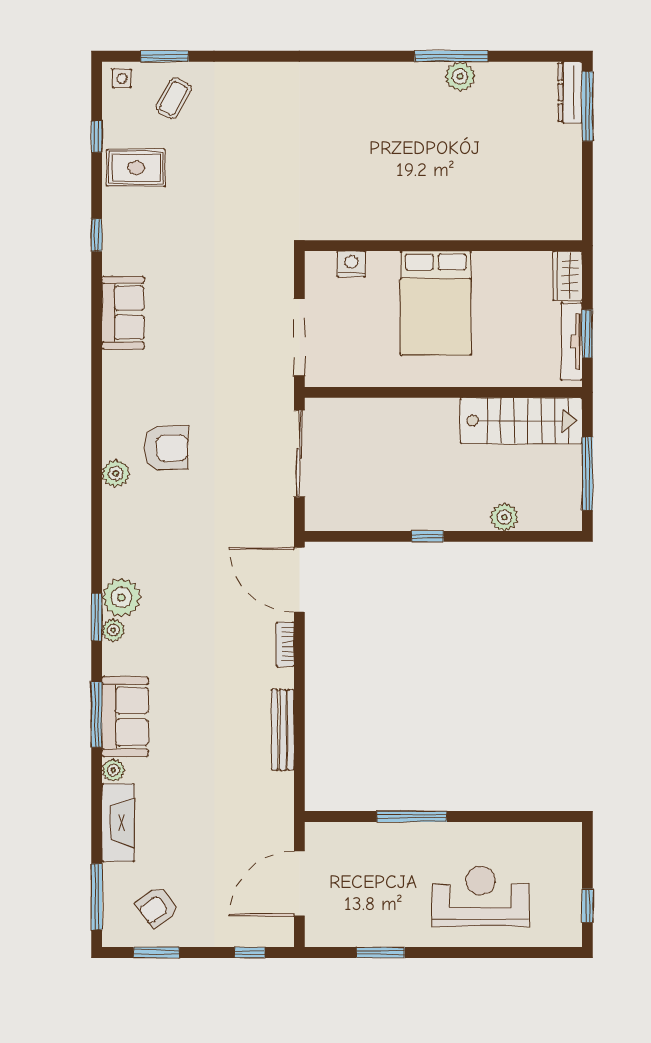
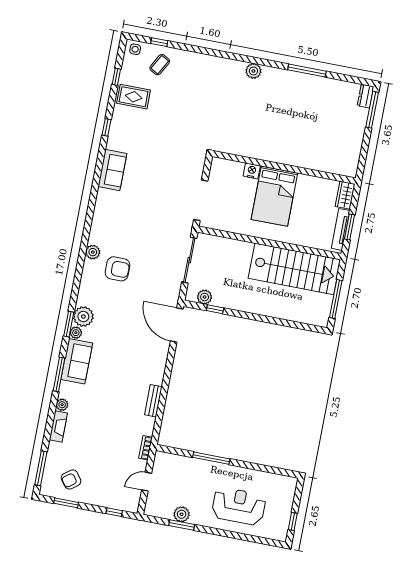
window: (165, 56) -> (159, 42), width x0.67
plant: (460, 76) -> (253, 71), moved
dresser: (570, 92) -> (365, 96), width x0.70
nightstand: (351, 264) -> (252, 171), moved
stairs: (521, 421) -> (294, 269), width x1.36, depth x1.51
armchair: (166, 448) -> (118, 269), moved
plant: (504, 517) -> (205, 297), moved
window: (428, 536) -> (215, 309), moved
bookcase: (285, 644) -> (145, 448), moved
sofa: (125, 717) -> (77, 361), moved
bench: (283, 730) -> (153, 401), width x0.73
fireplace: (118, 823) -> (58, 426), width x0.73, depth x0.76
door: (299, 884) -> (147, 482), width x0.53
plant: (377, 932) -> (182, 514), added

